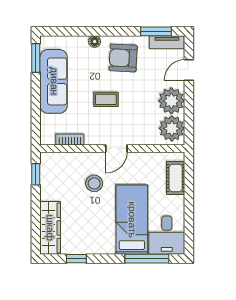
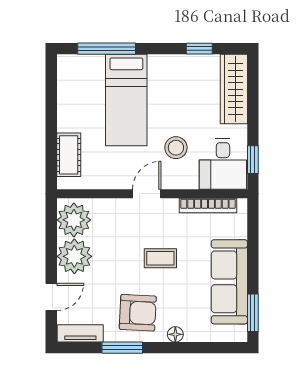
window: (156, 31) -> (122, 348), moved
bookcase: (70, 139) -> (208, 206), width x1.56
desk: (167, 235) -> (223, 164), moved, turned 180

